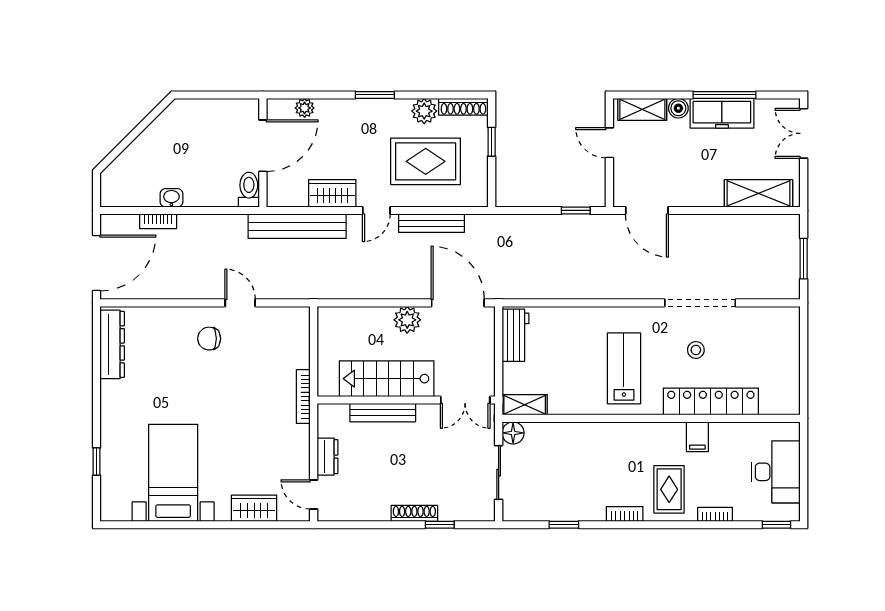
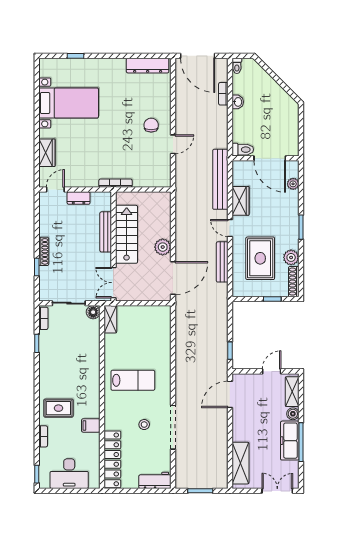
toilet: (113, 199) -> (237, 66), added
workbench: (515, 335) -> (155, 480), moved, turned 180
locker: (711, 402) -> (112, 459), moved
bookcase: (625, 514) -> (43, 318), moved

